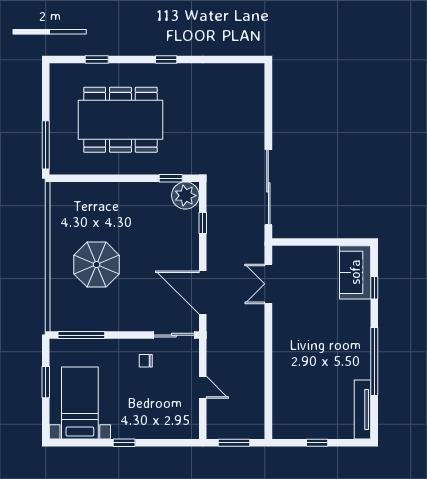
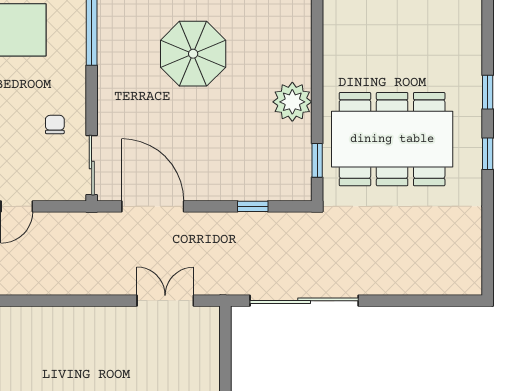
window: (97, 60) -> (488, 92), moved
dining table: (120, 120) -> (392, 139), moved, turned 90
plant: (185, 196) -> (292, 102), moved
door: (203, 293) -> (153, 206), hinge flipped

